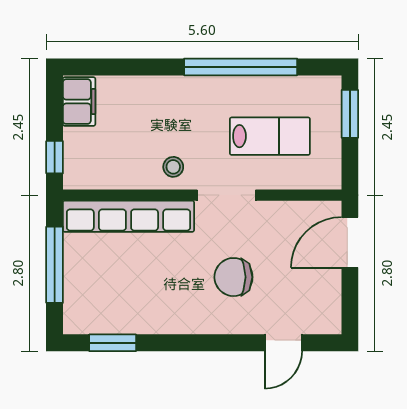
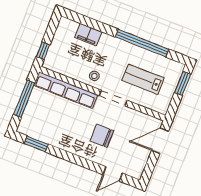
filing cabinet: (79, 102) -> (88, 35), moved, turned 90
lab bench: (270, 136) -> (143, 79), turned 180

